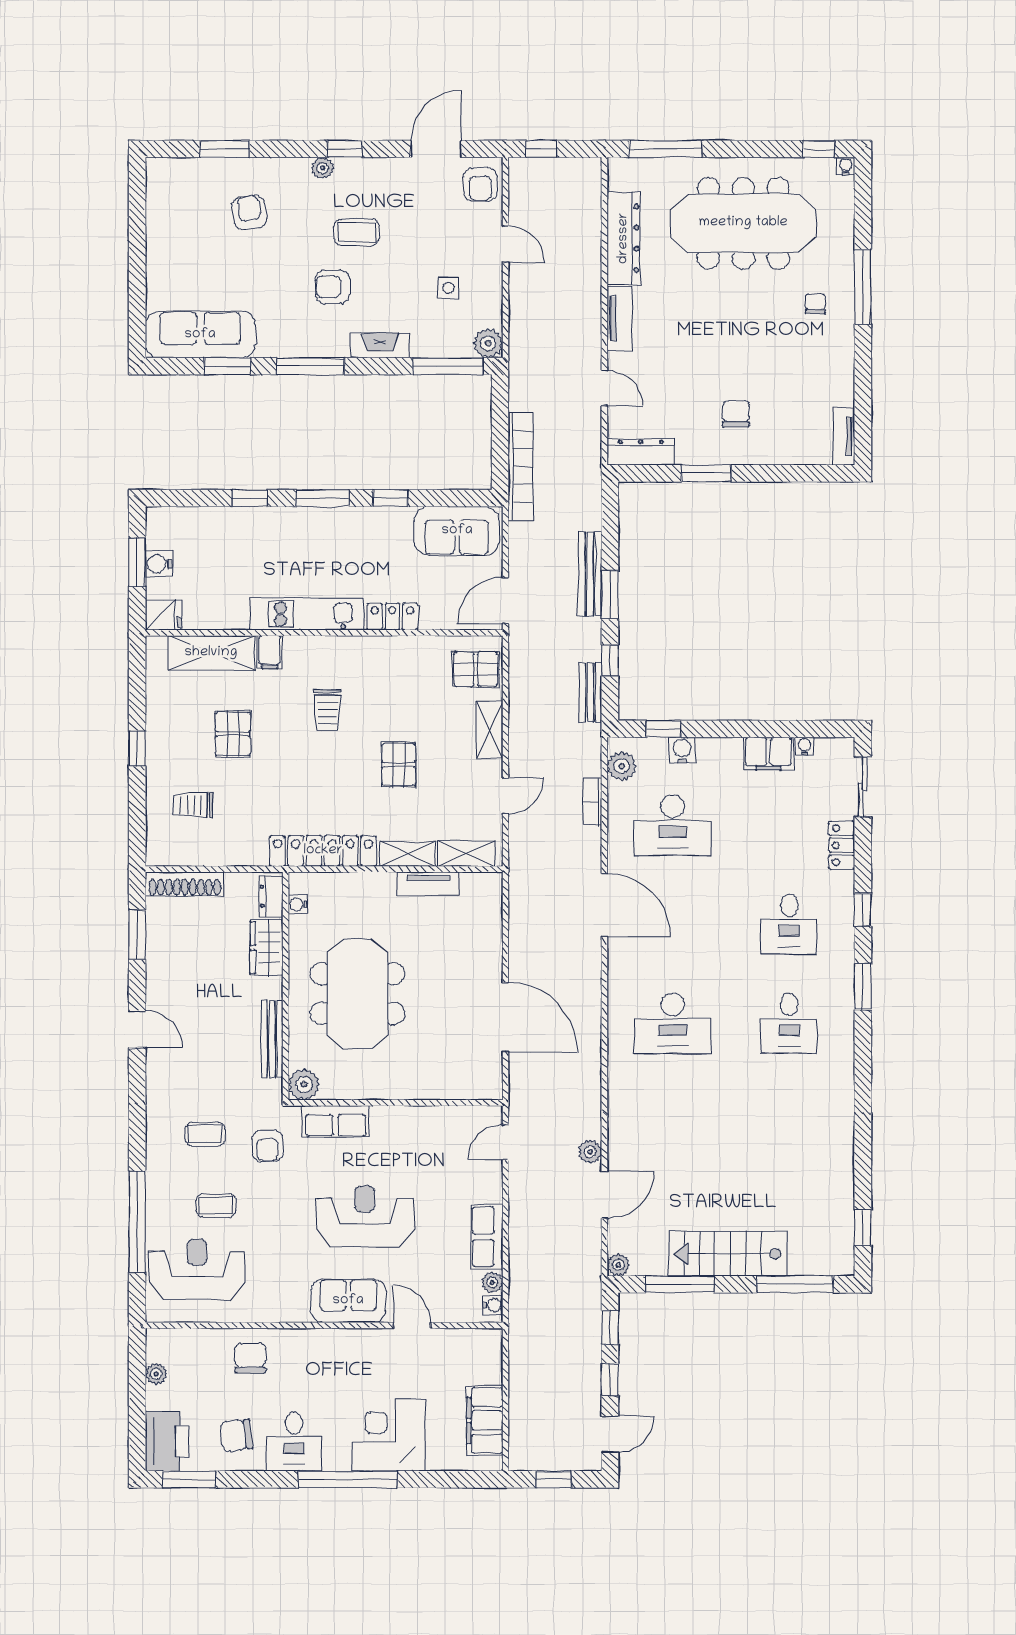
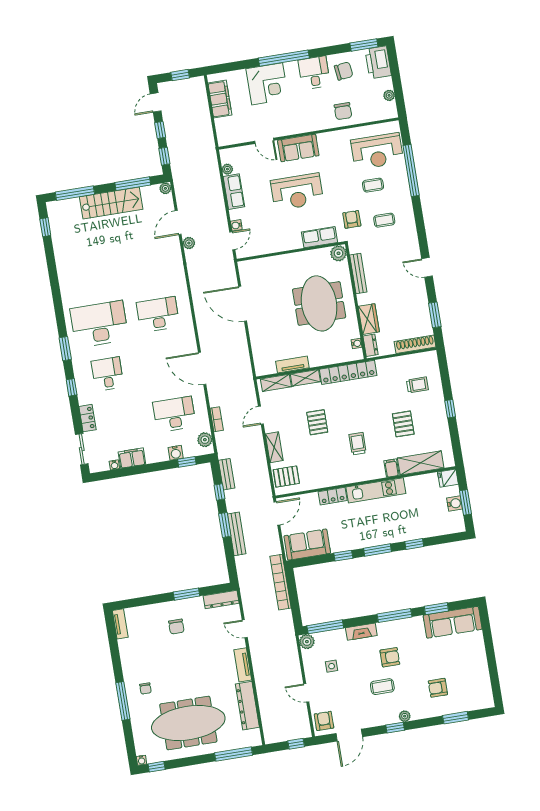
armchair: (249, 212) -> (438, 688), turned 98
desk: (789, 1023) -> (99, 324), width x1.87, depth x1.30
water cooler: (493, 1305) -> (236, 225), moved

